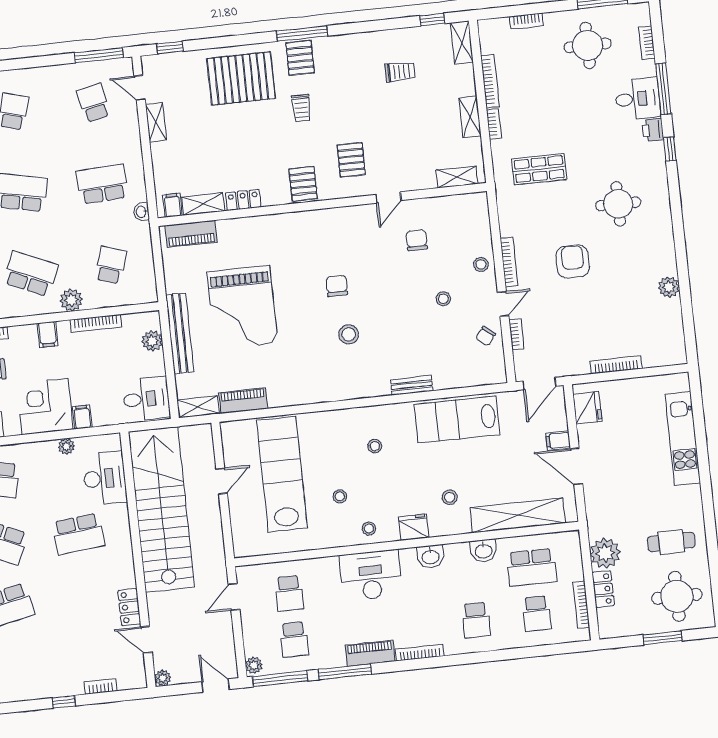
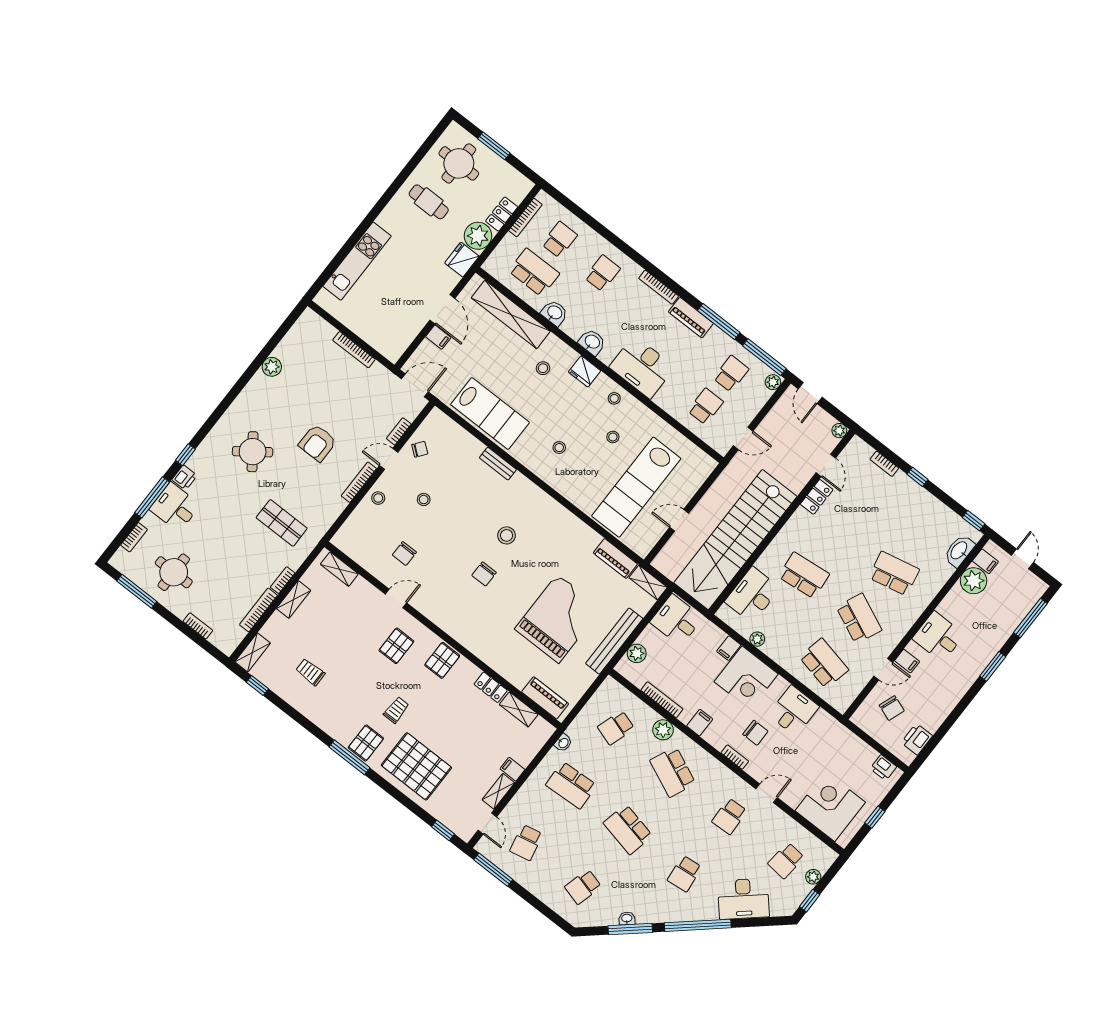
round table: (618, 204) -> (253, 452), turned -36
filing cabinet: (173, 205) -> (512, 769), moved, turned 90
fridge: (587, 408) -> (462, 260), moved

